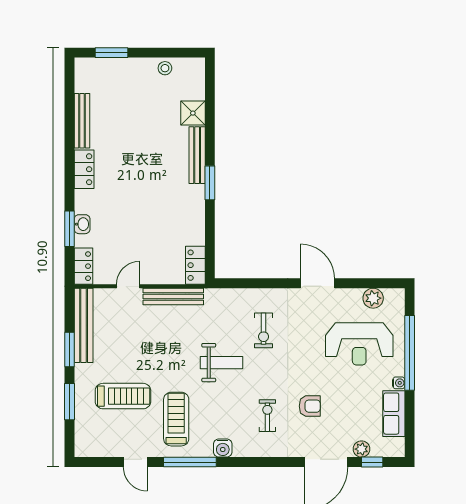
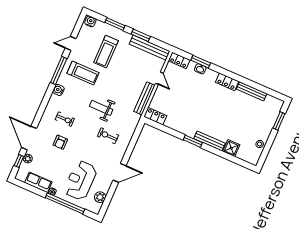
weight bench: (221, 363) -> (101, 108), turned 90
water cooler: (83, 445) -> (90, 21), added

